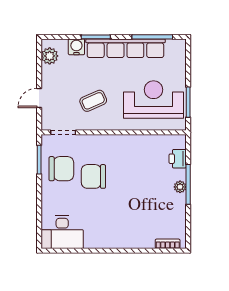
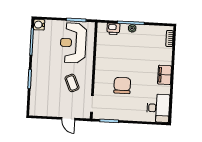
water cooler: (76, 47) -> (39, 25), moved
row of seats: (125, 48) -> (38, 60), removed
plant: (50, 56) -> (41, 110), removed
chair: (61, 169) -> (116, 106), removed
chair: (93, 176) -> (122, 85), turned 180
filing cabinet: (113, 239) -> (165, 75), added

